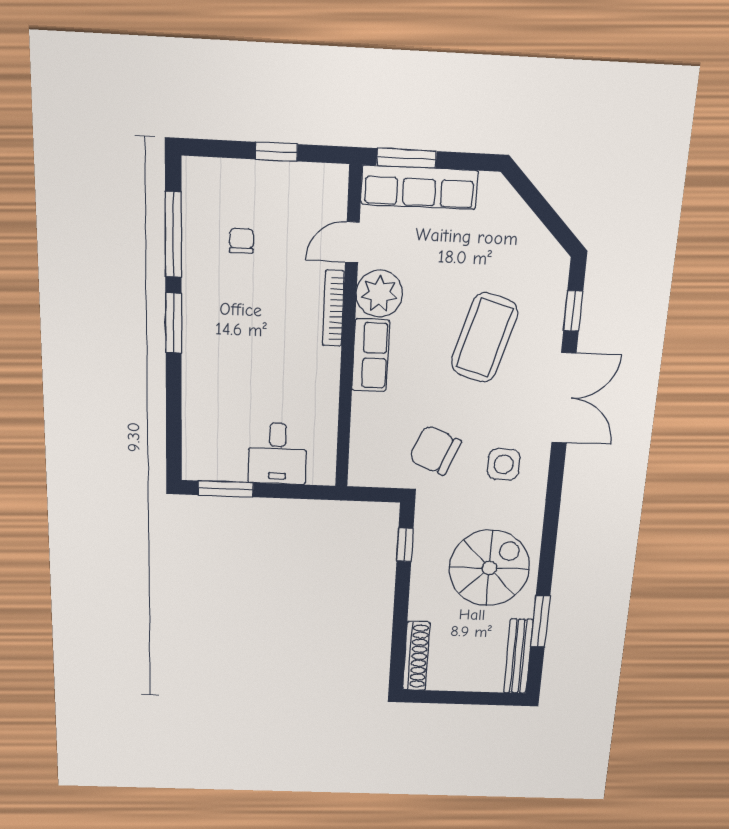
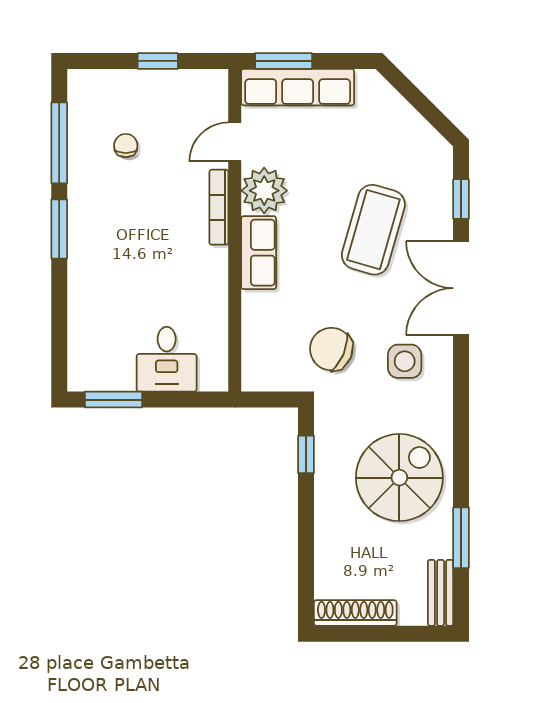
double door: (564, 398) -> (461, 288), swing flipped
shoe rack: (416, 656) -> (355, 613), moved, turned -90
bench: (518, 656) -> (441, 593), width x0.73

